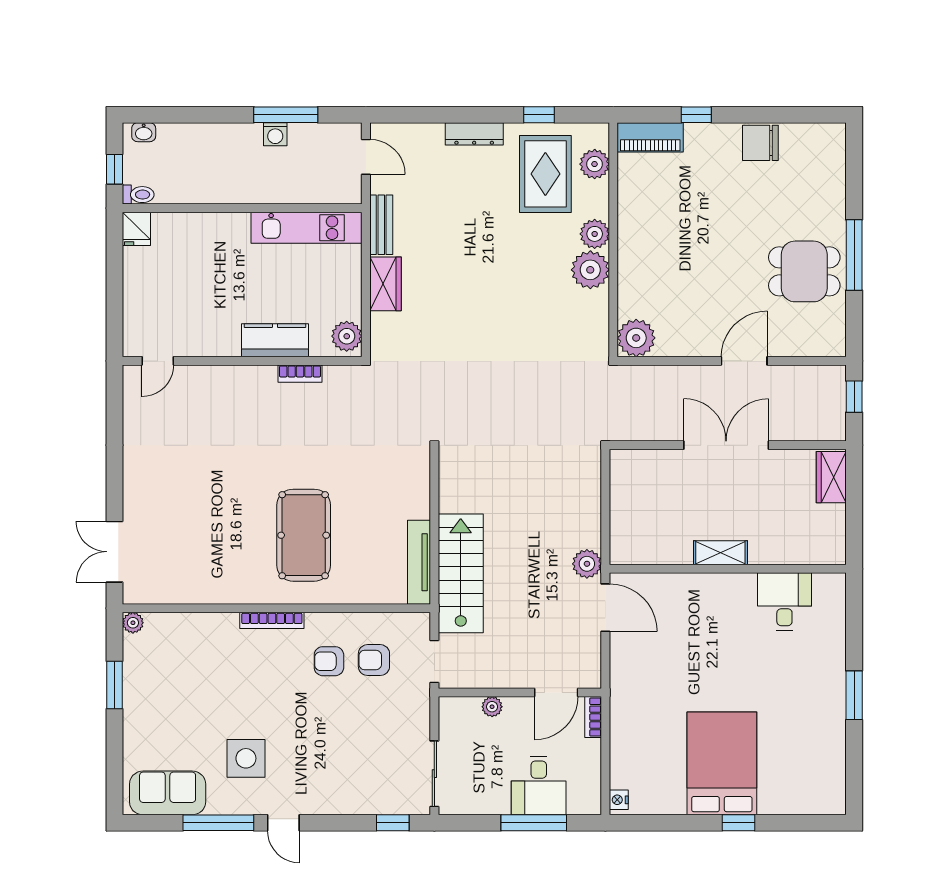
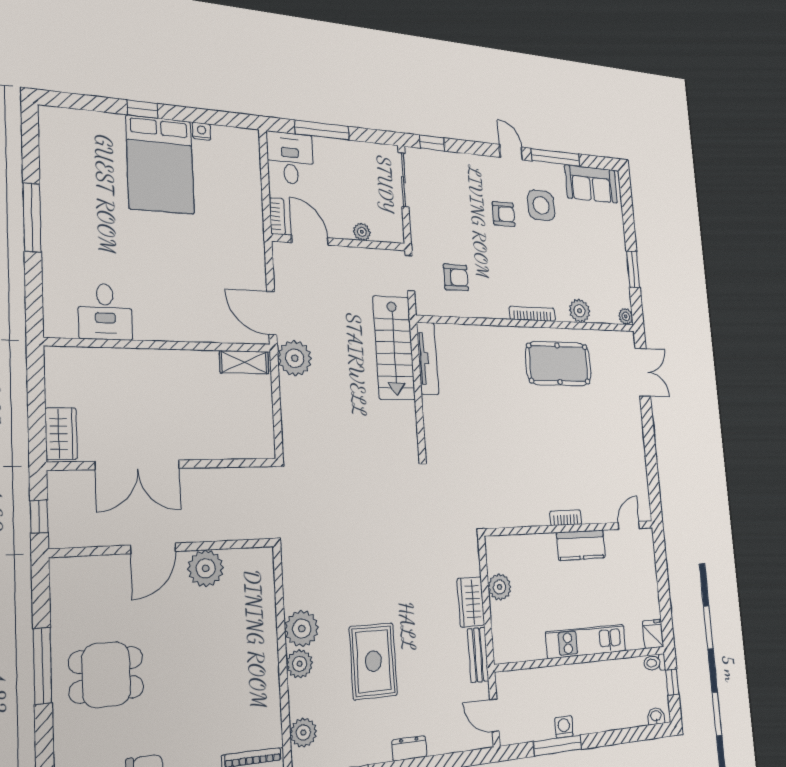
dresser: (474, 134) -> (409, 748), width x0.70
rug: (545, 174) -> (373, 661), moved
kitchen unit: (307, 228) -> (586, 641), moved
dining table: (804, 271) -> (106, 675), moved
plant: (347, 336) -> (500, 587), moved
plant: (636, 338) -> (206, 568), moved
kitchen counter: (275, 340) -> (581, 545), moved
bookcase: (300, 374) -> (566, 518), moved
double door: (726, 445) -> (138, 465), moved
pool table: (304, 535) -> (559, 364), moved, turned 90
shelving: (720, 553) -> (244, 362), moved
plant: (587, 564) -> (295, 358), width x1.36, depth x1.36
plant: (203, 627) -> (579, 311), added
armchair: (329, 661) -> (504, 214), moved
door: (556, 692) -> (310, 240), hinge flipped
window: (854, 695) -> (32, 217), width x1.44
desk: (539, 785) -> (290, 158), moved
nightstand: (619, 800) -> (202, 131), moved, turned -90

